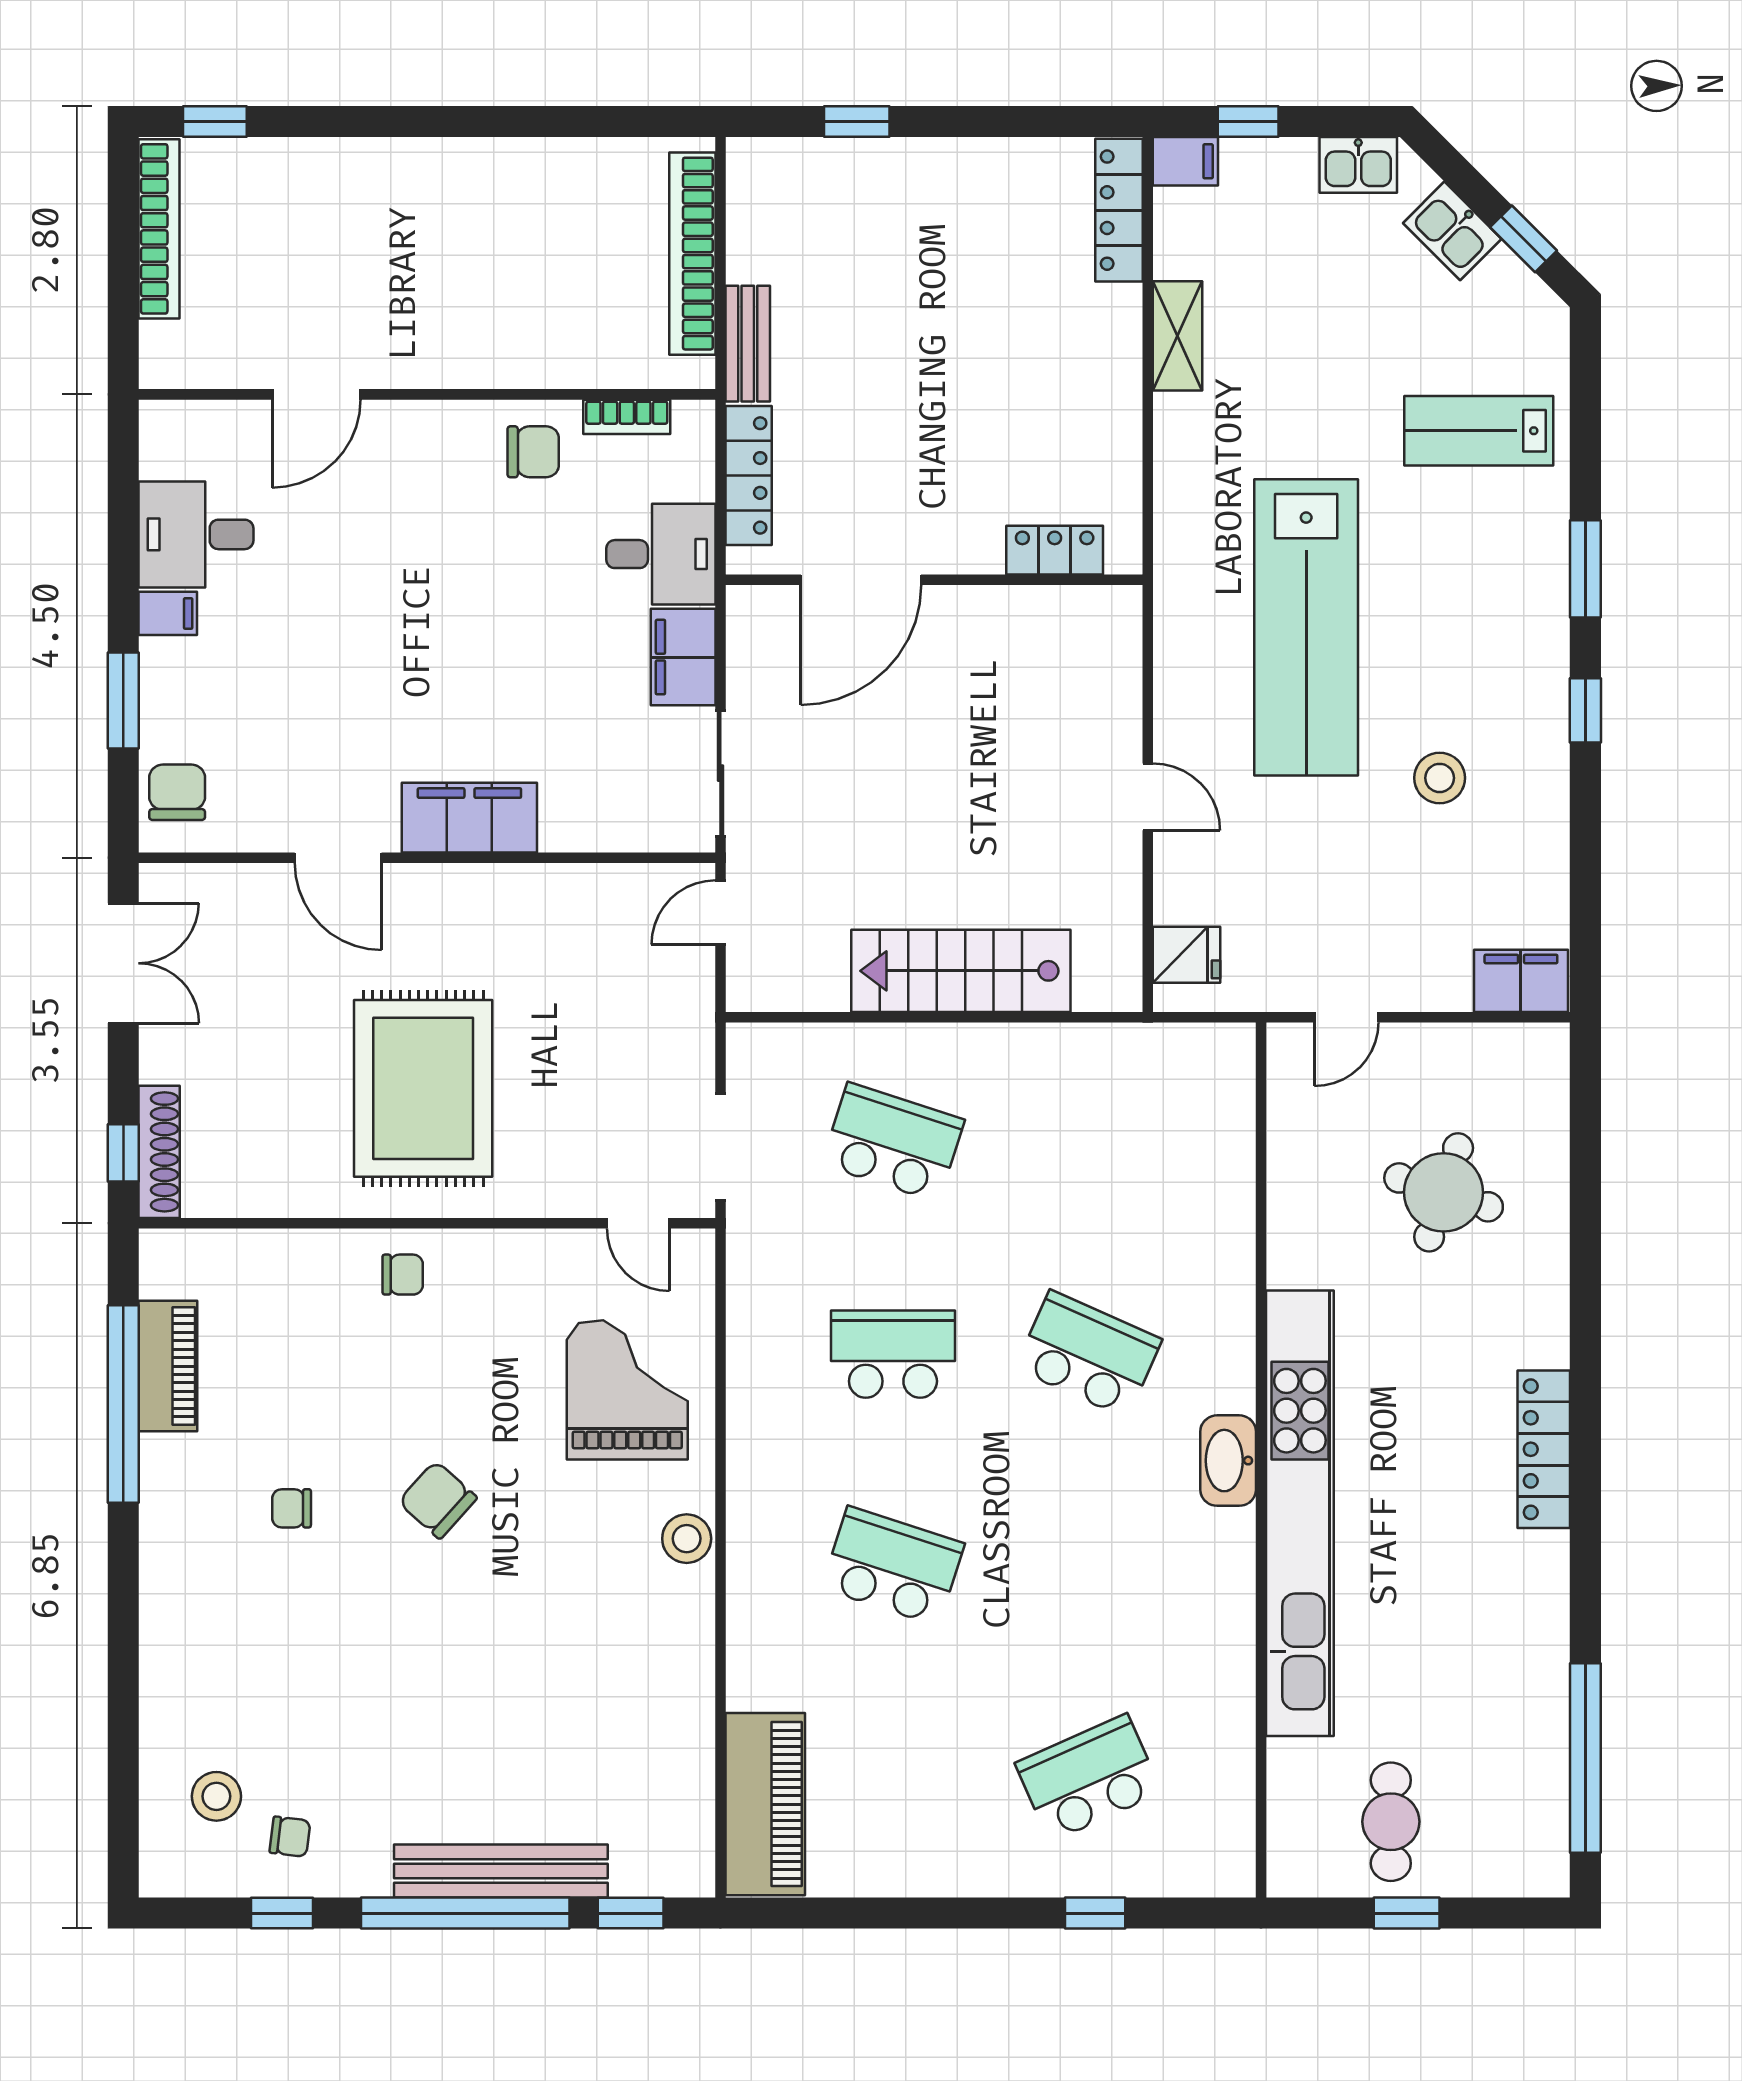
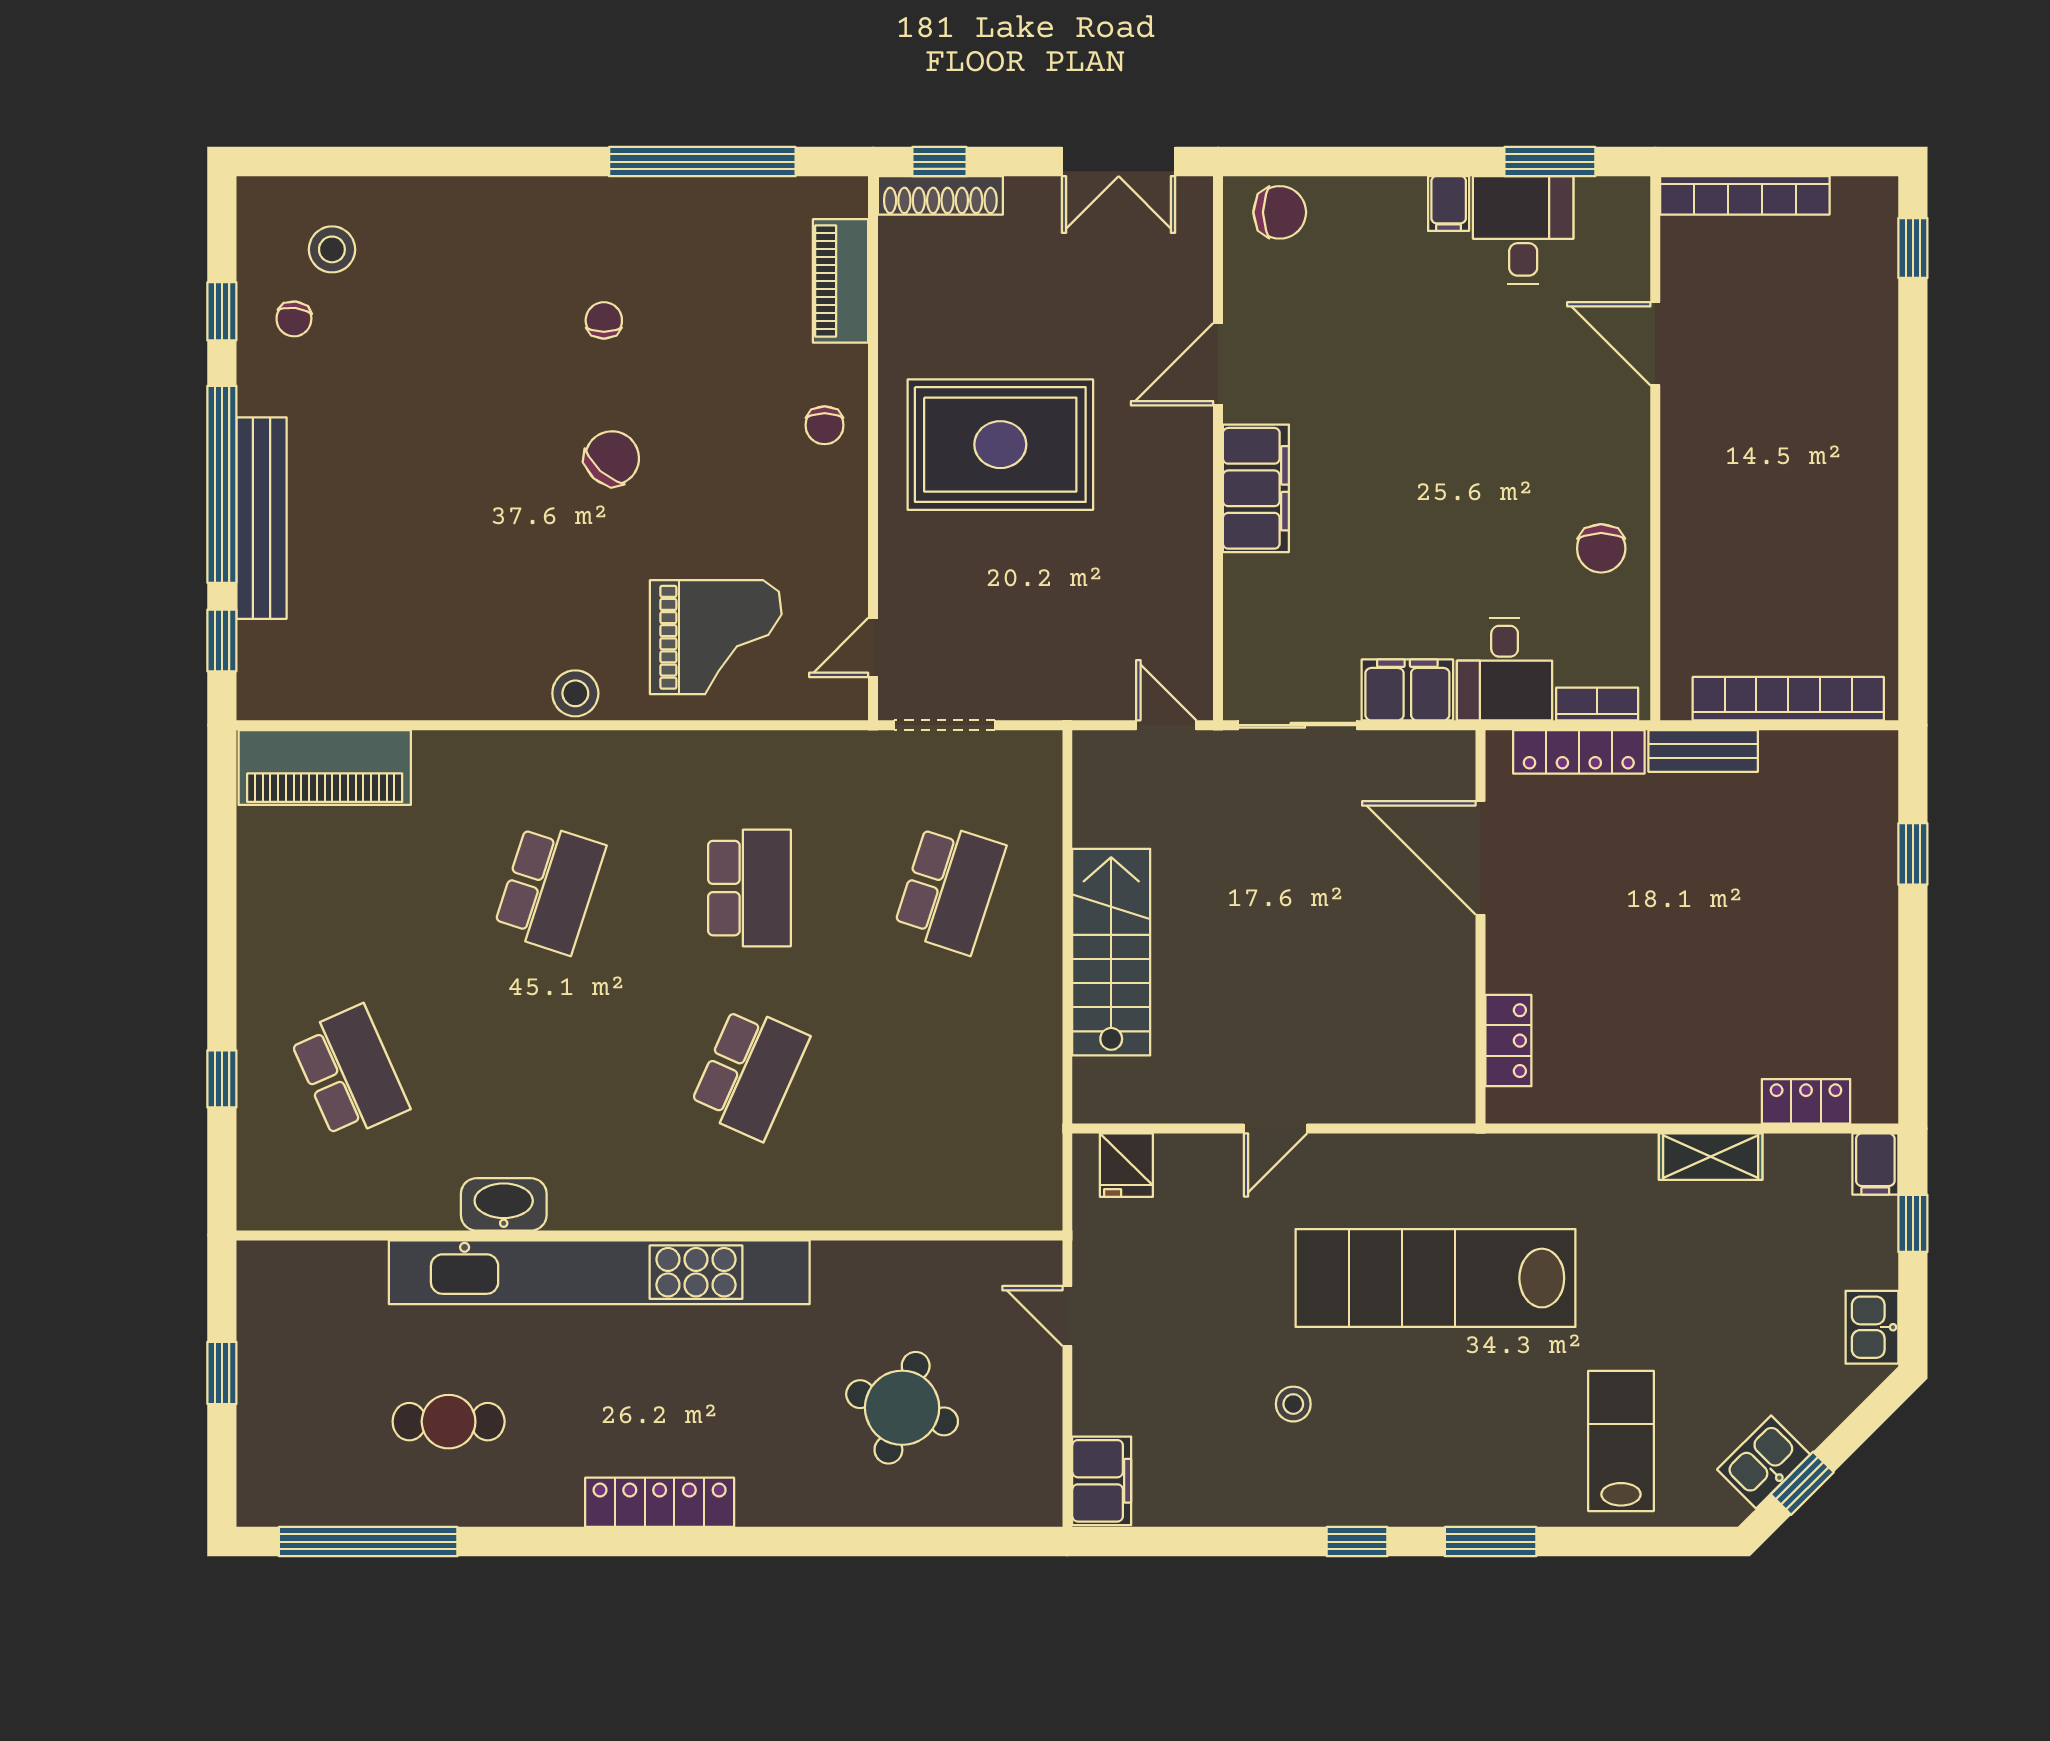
locker: (1119, 210) -> (1806, 1101), width x0.66
bookcase: (159, 229) -> (1745, 195), moved
kitchen sink: (1452, 231) -> (1764, 1462), moved
bookcase: (627, 417) -> (1597, 704), moved, turned 90
window: (123, 701) -> (1550, 162), moved
stool: (1440, 778) -> (1293, 1404), width x0.73, depth x0.73
piano: (168, 1366) -> (841, 281), moved, turned 90
washbasin: (1228, 1461) -> (504, 1204), moved
cafe table: (1391, 1822) -> (449, 1422), moved

